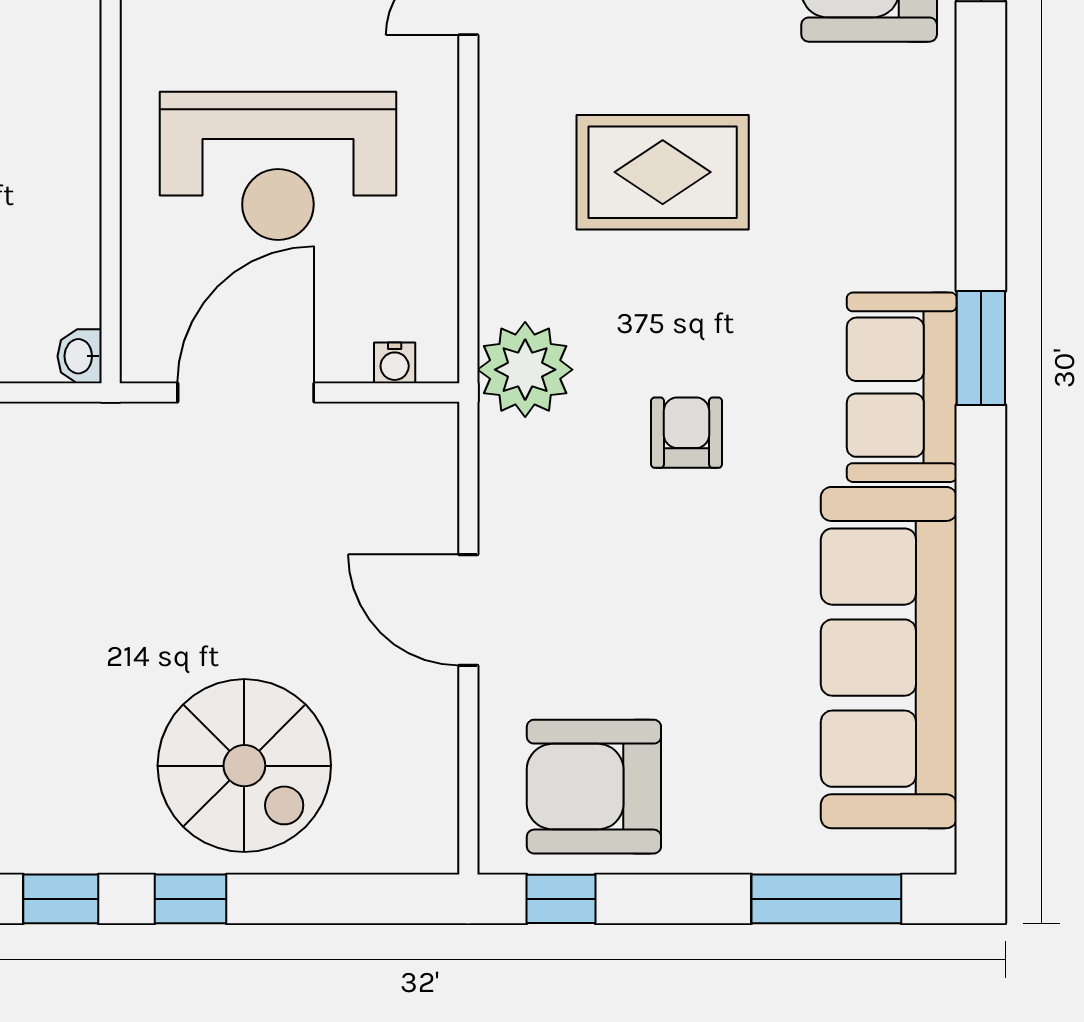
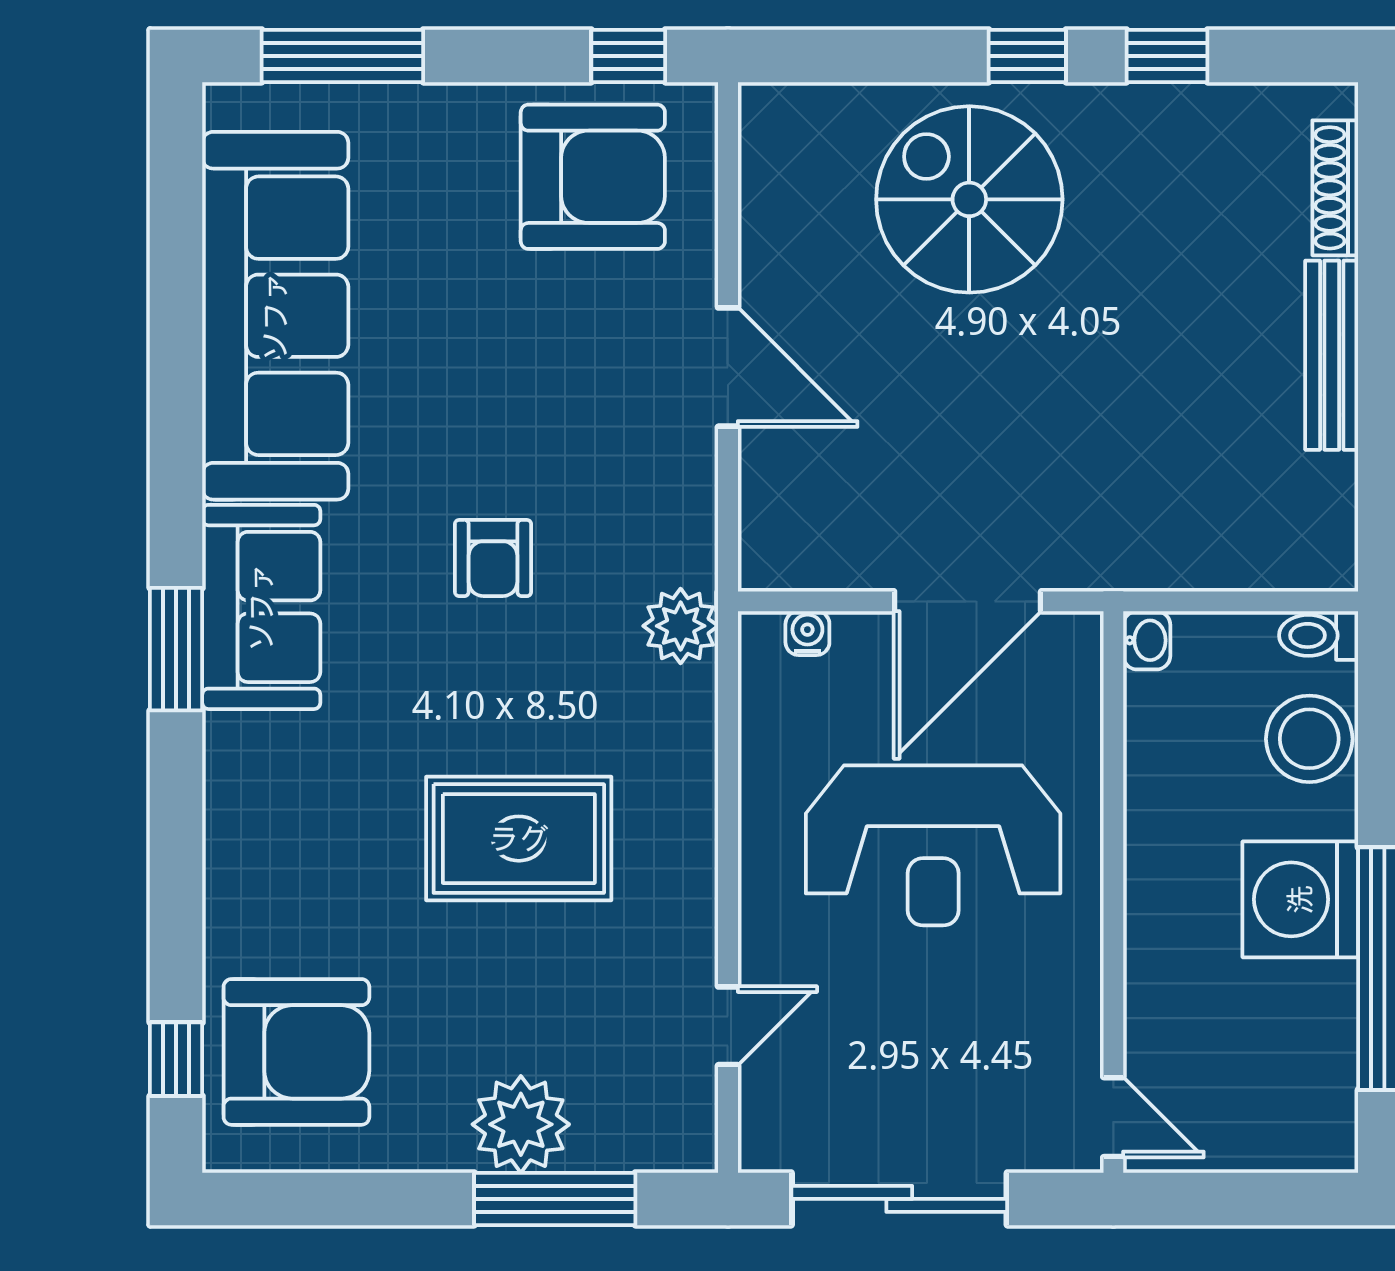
reception desk: (278, 166) -> (933, 845), turned 180
plant: (525, 370) -> (681, 626), width x0.73, depth x0.73

